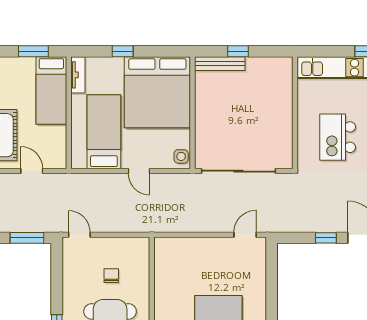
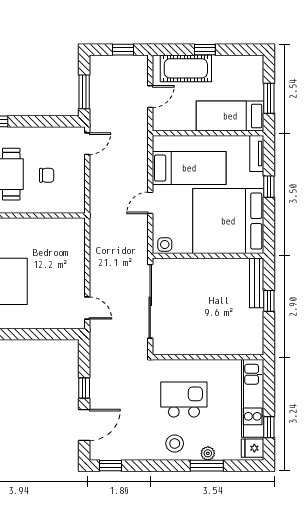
tv unit: (78, 75) -> (257, 153), moved, turned 90

